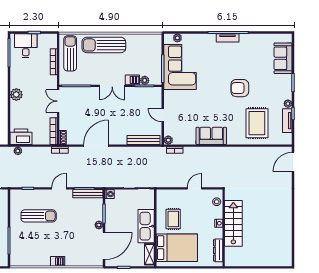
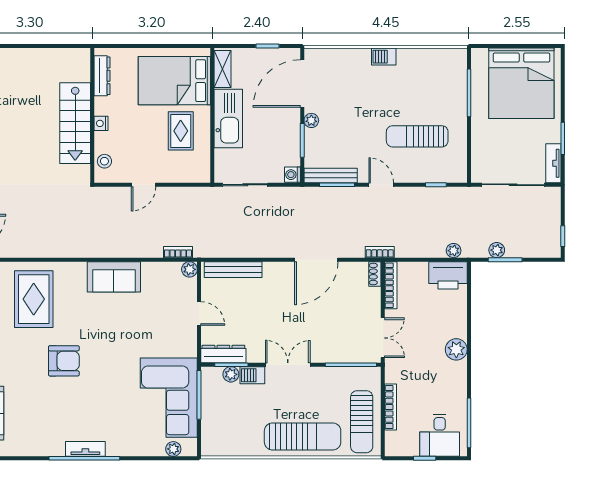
dresser: (149, 92) -> (223, 354), added
door: (59, 188) -> (381, 185), swing flipped

